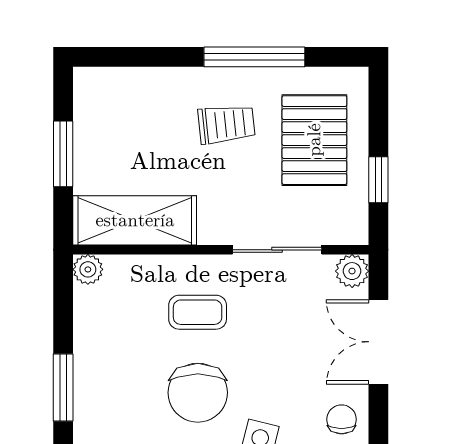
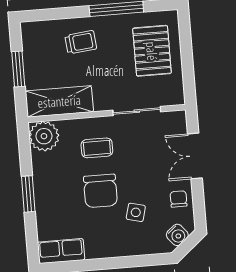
trolley: (226, 124) -> (81, 42), moved
window: (378, 180) -> (188, 69), removed
plant: (88, 269) -> (44, 136), width x1.88, depth x1.88
plant: (352, 271) -> (178, 119), removed

